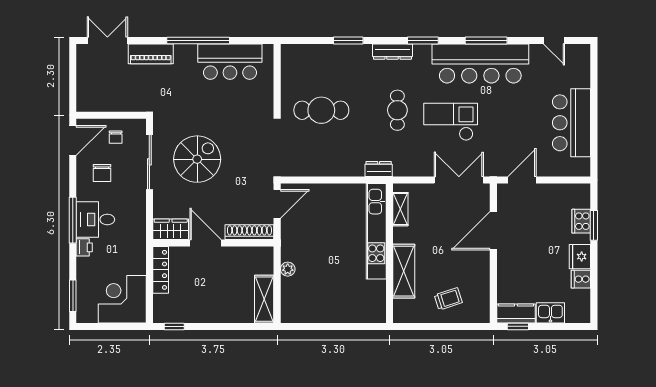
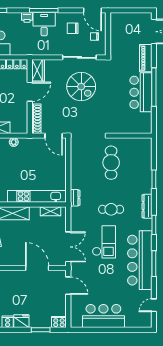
bar counter: (230, 62) -> (141, 92), moved
cooker: (581, 221) -> (59, 322), moved

